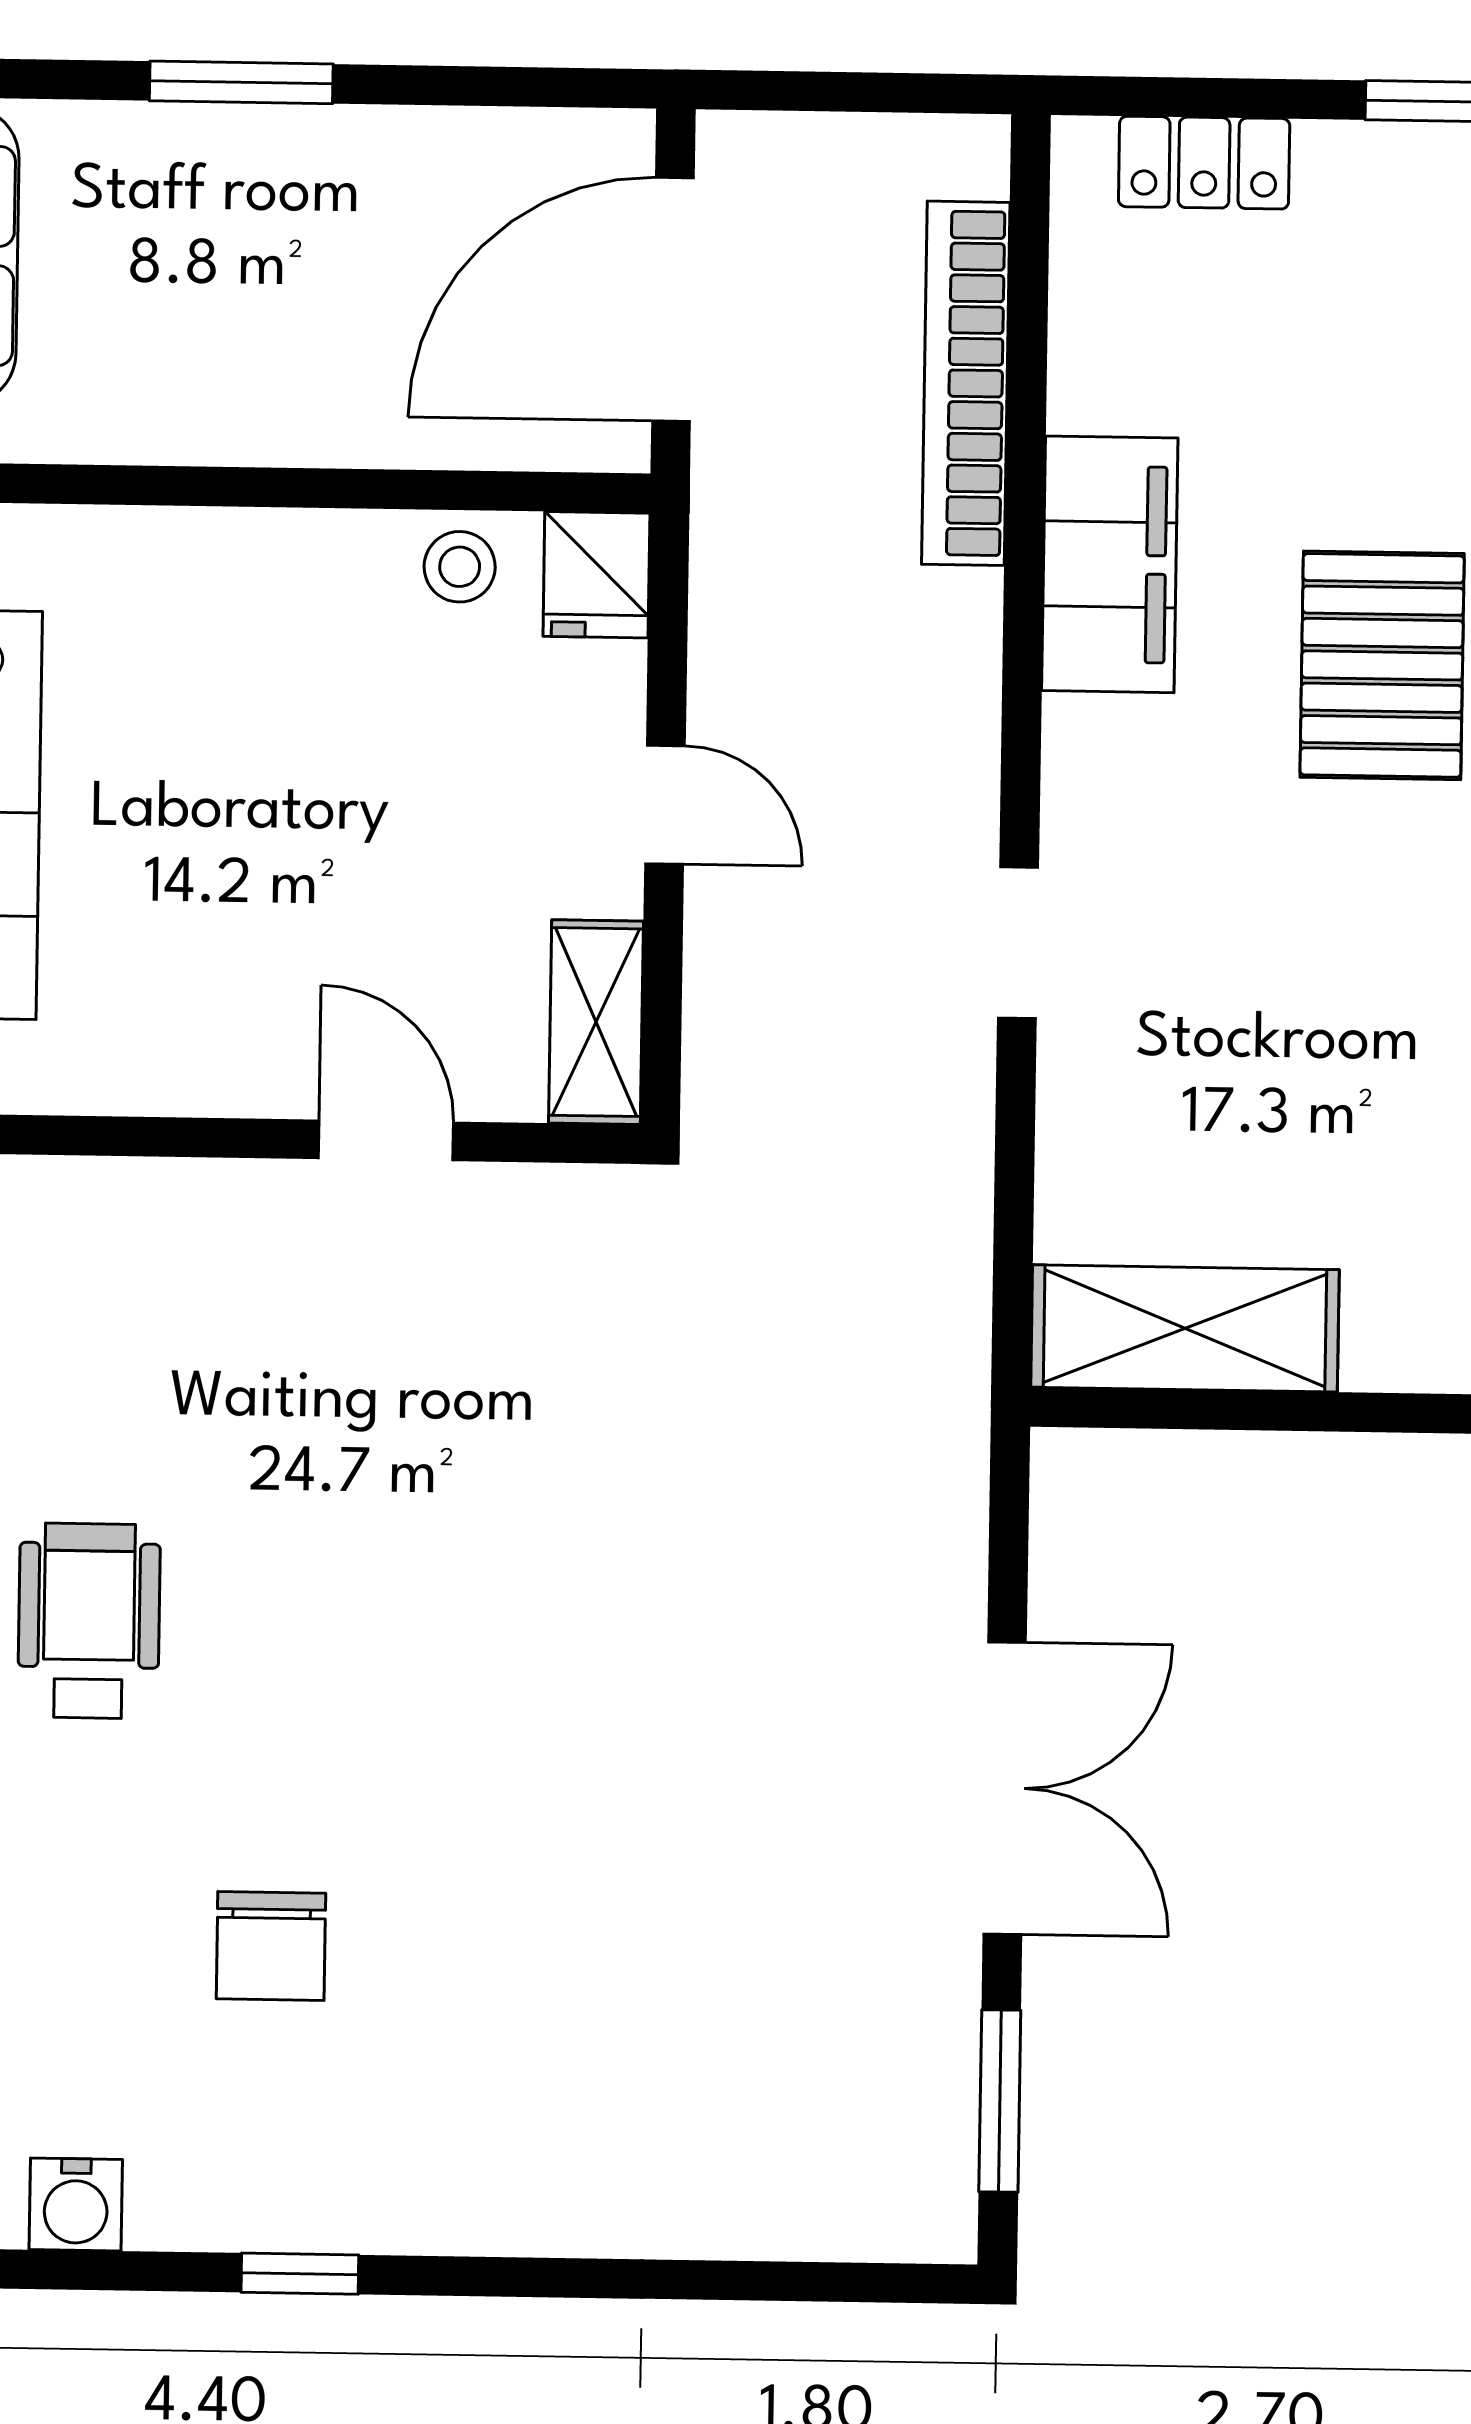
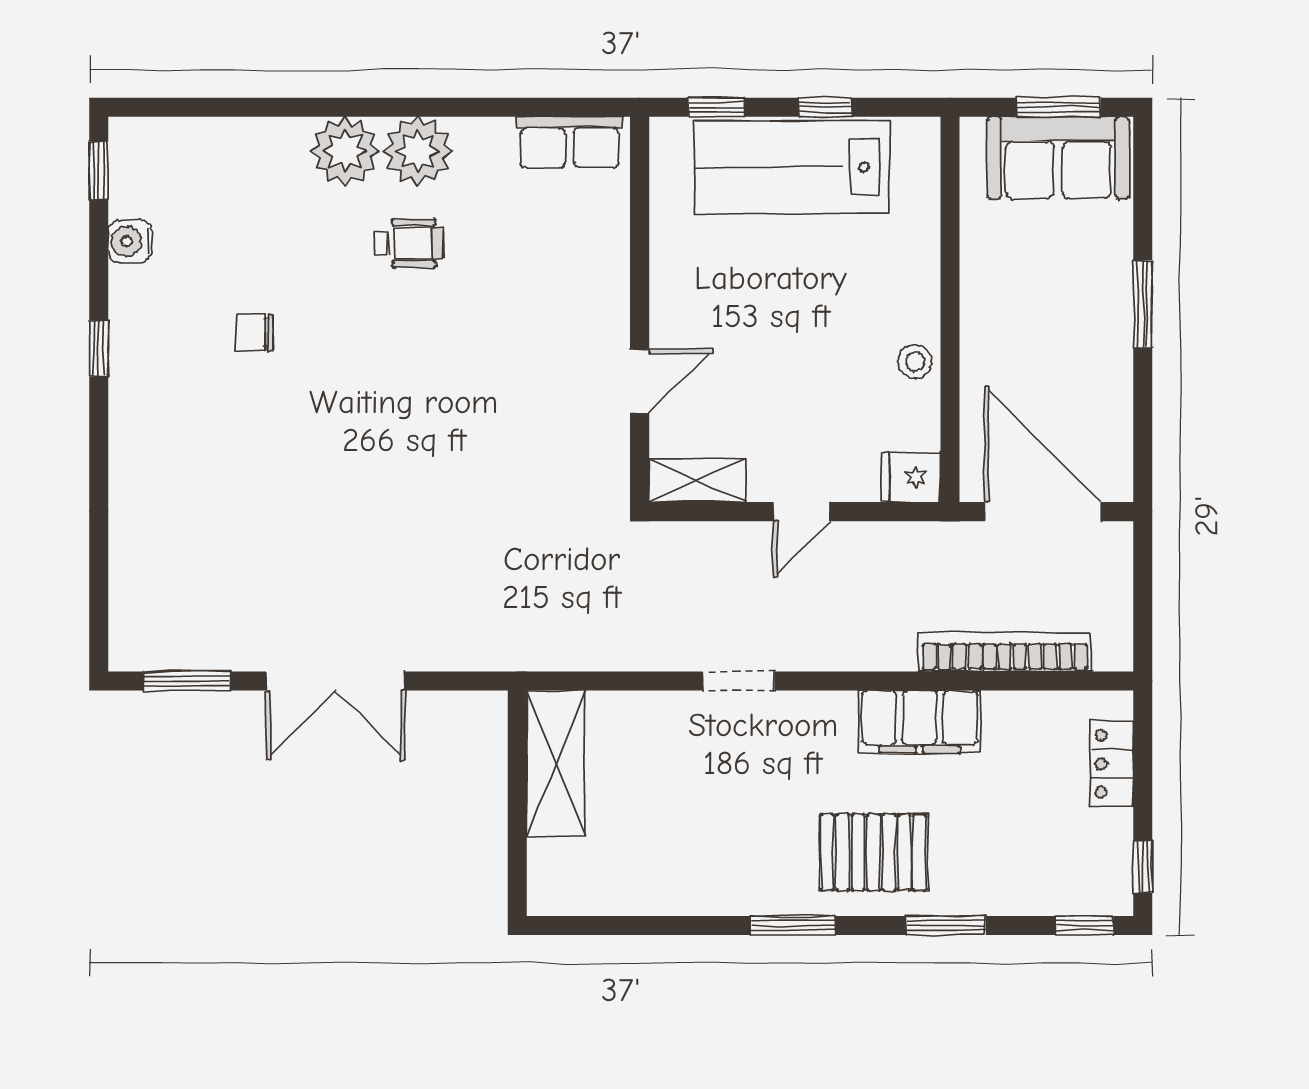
stool: (460, 567) -> (915, 361), moved
wheelchair: (89, 1621) -> (408, 243), width x0.73, depth x0.73
chair: (271, 1946) -> (255, 332), width x0.73, depth x0.73

